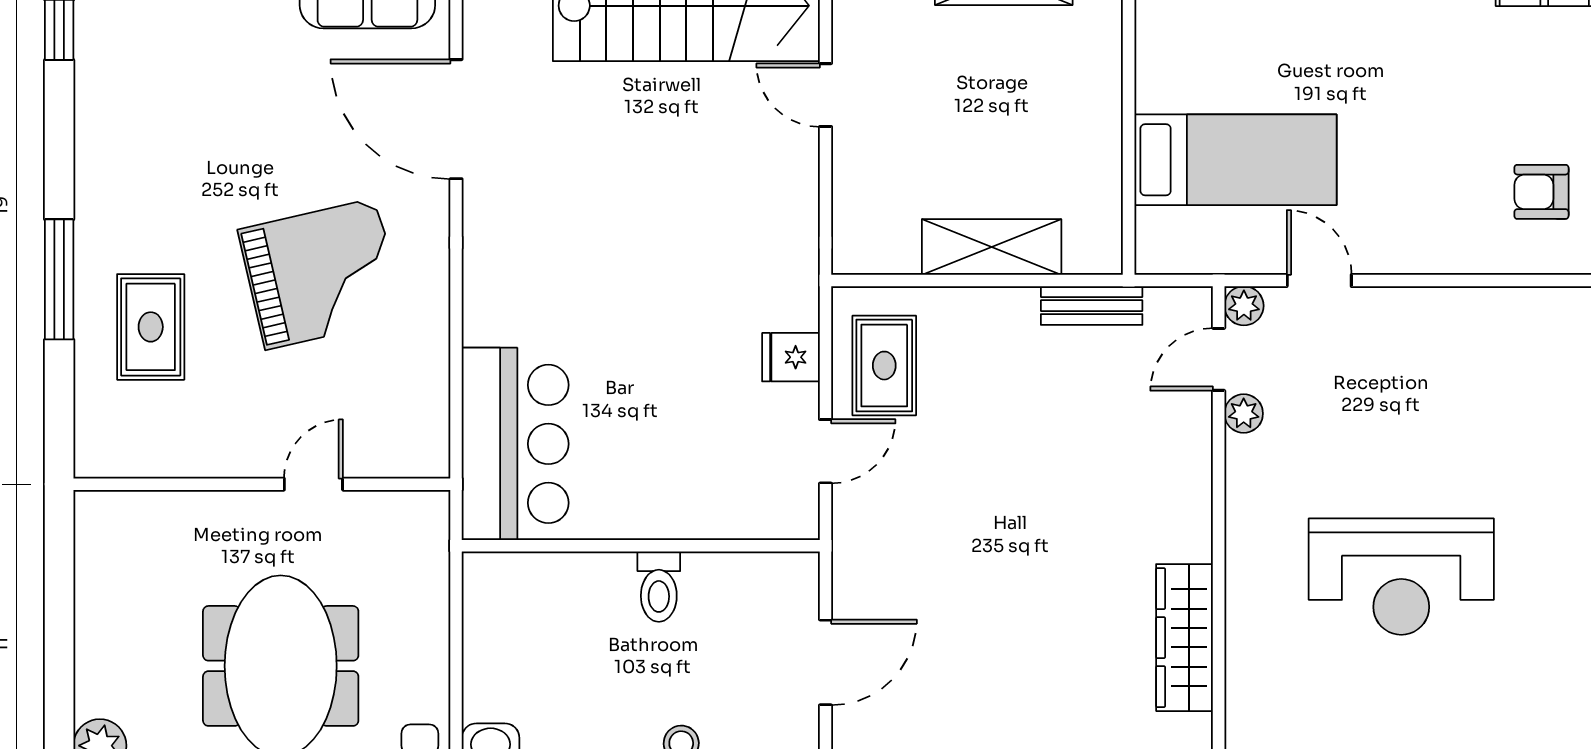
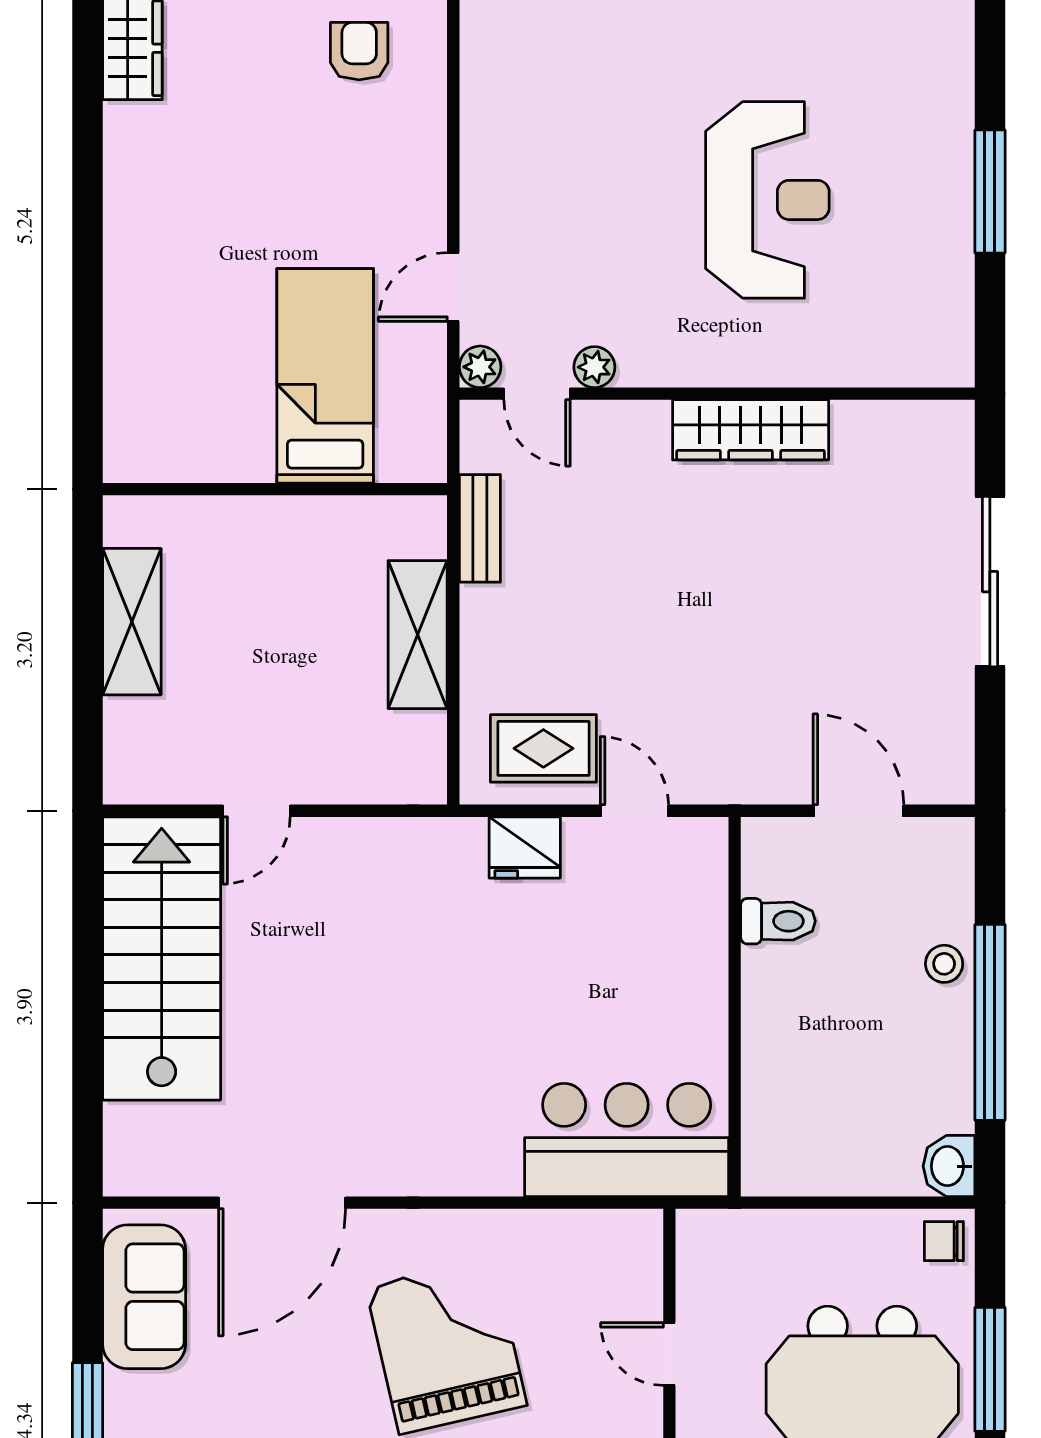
armchair: (1541, 192) -> (359, 51), turned 180
fridge: (791, 357) -> (525, 847), width x1.38
toilet: (659, 587) -> (778, 921), moved
wardrobe: (1185, 638) -> (751, 430), moved

